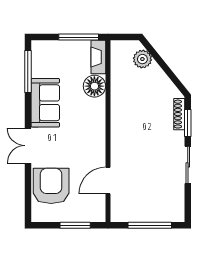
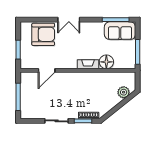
fireplace: (98, 57) -> (88, 64), moved
sofa: (45, 103) -> (120, 31), moved
double door: (28, 146) -> (69, 20), swing flipped
door: (108, 181) -> (47, 70), swing flipped

